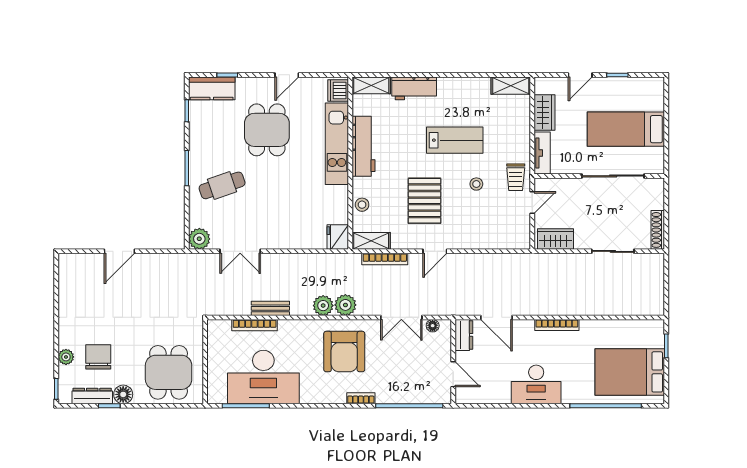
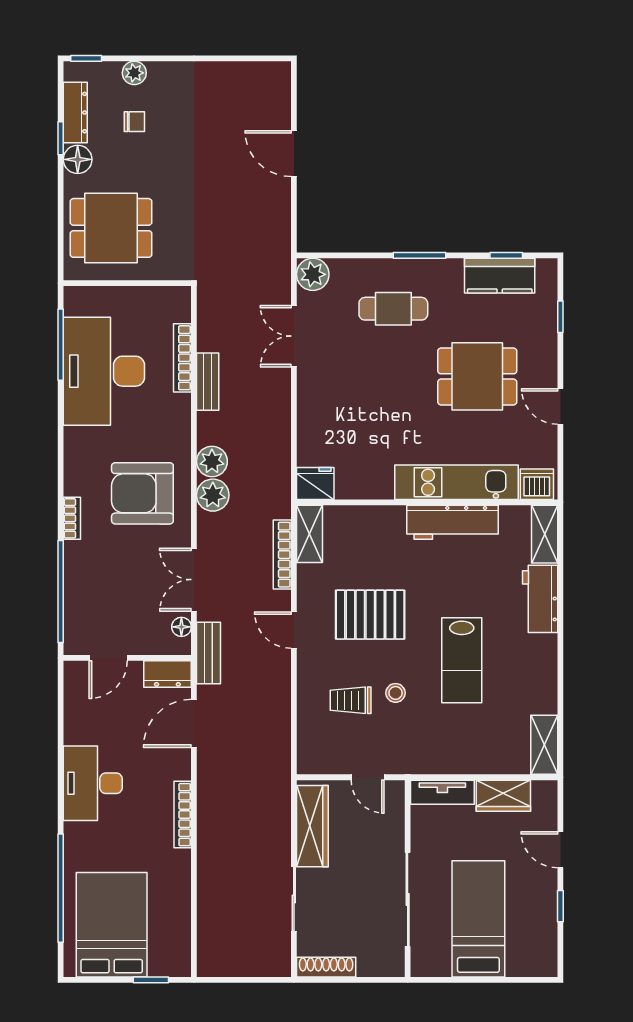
kitchen counter: (212, 88) -> (500, 276), moved, turned -90
trolley: (516, 177) -> (351, 700), moved
cafe table: (222, 185) -> (393, 309), turned -71
stool: (362, 205) -> (364, 520), removed
wardrobe: (556, 239) -> (312, 826), width x1.50
bench: (450, 308) -> (208, 653), added
chair: (98, 357) -> (134, 122), width x0.54, depth x0.54

